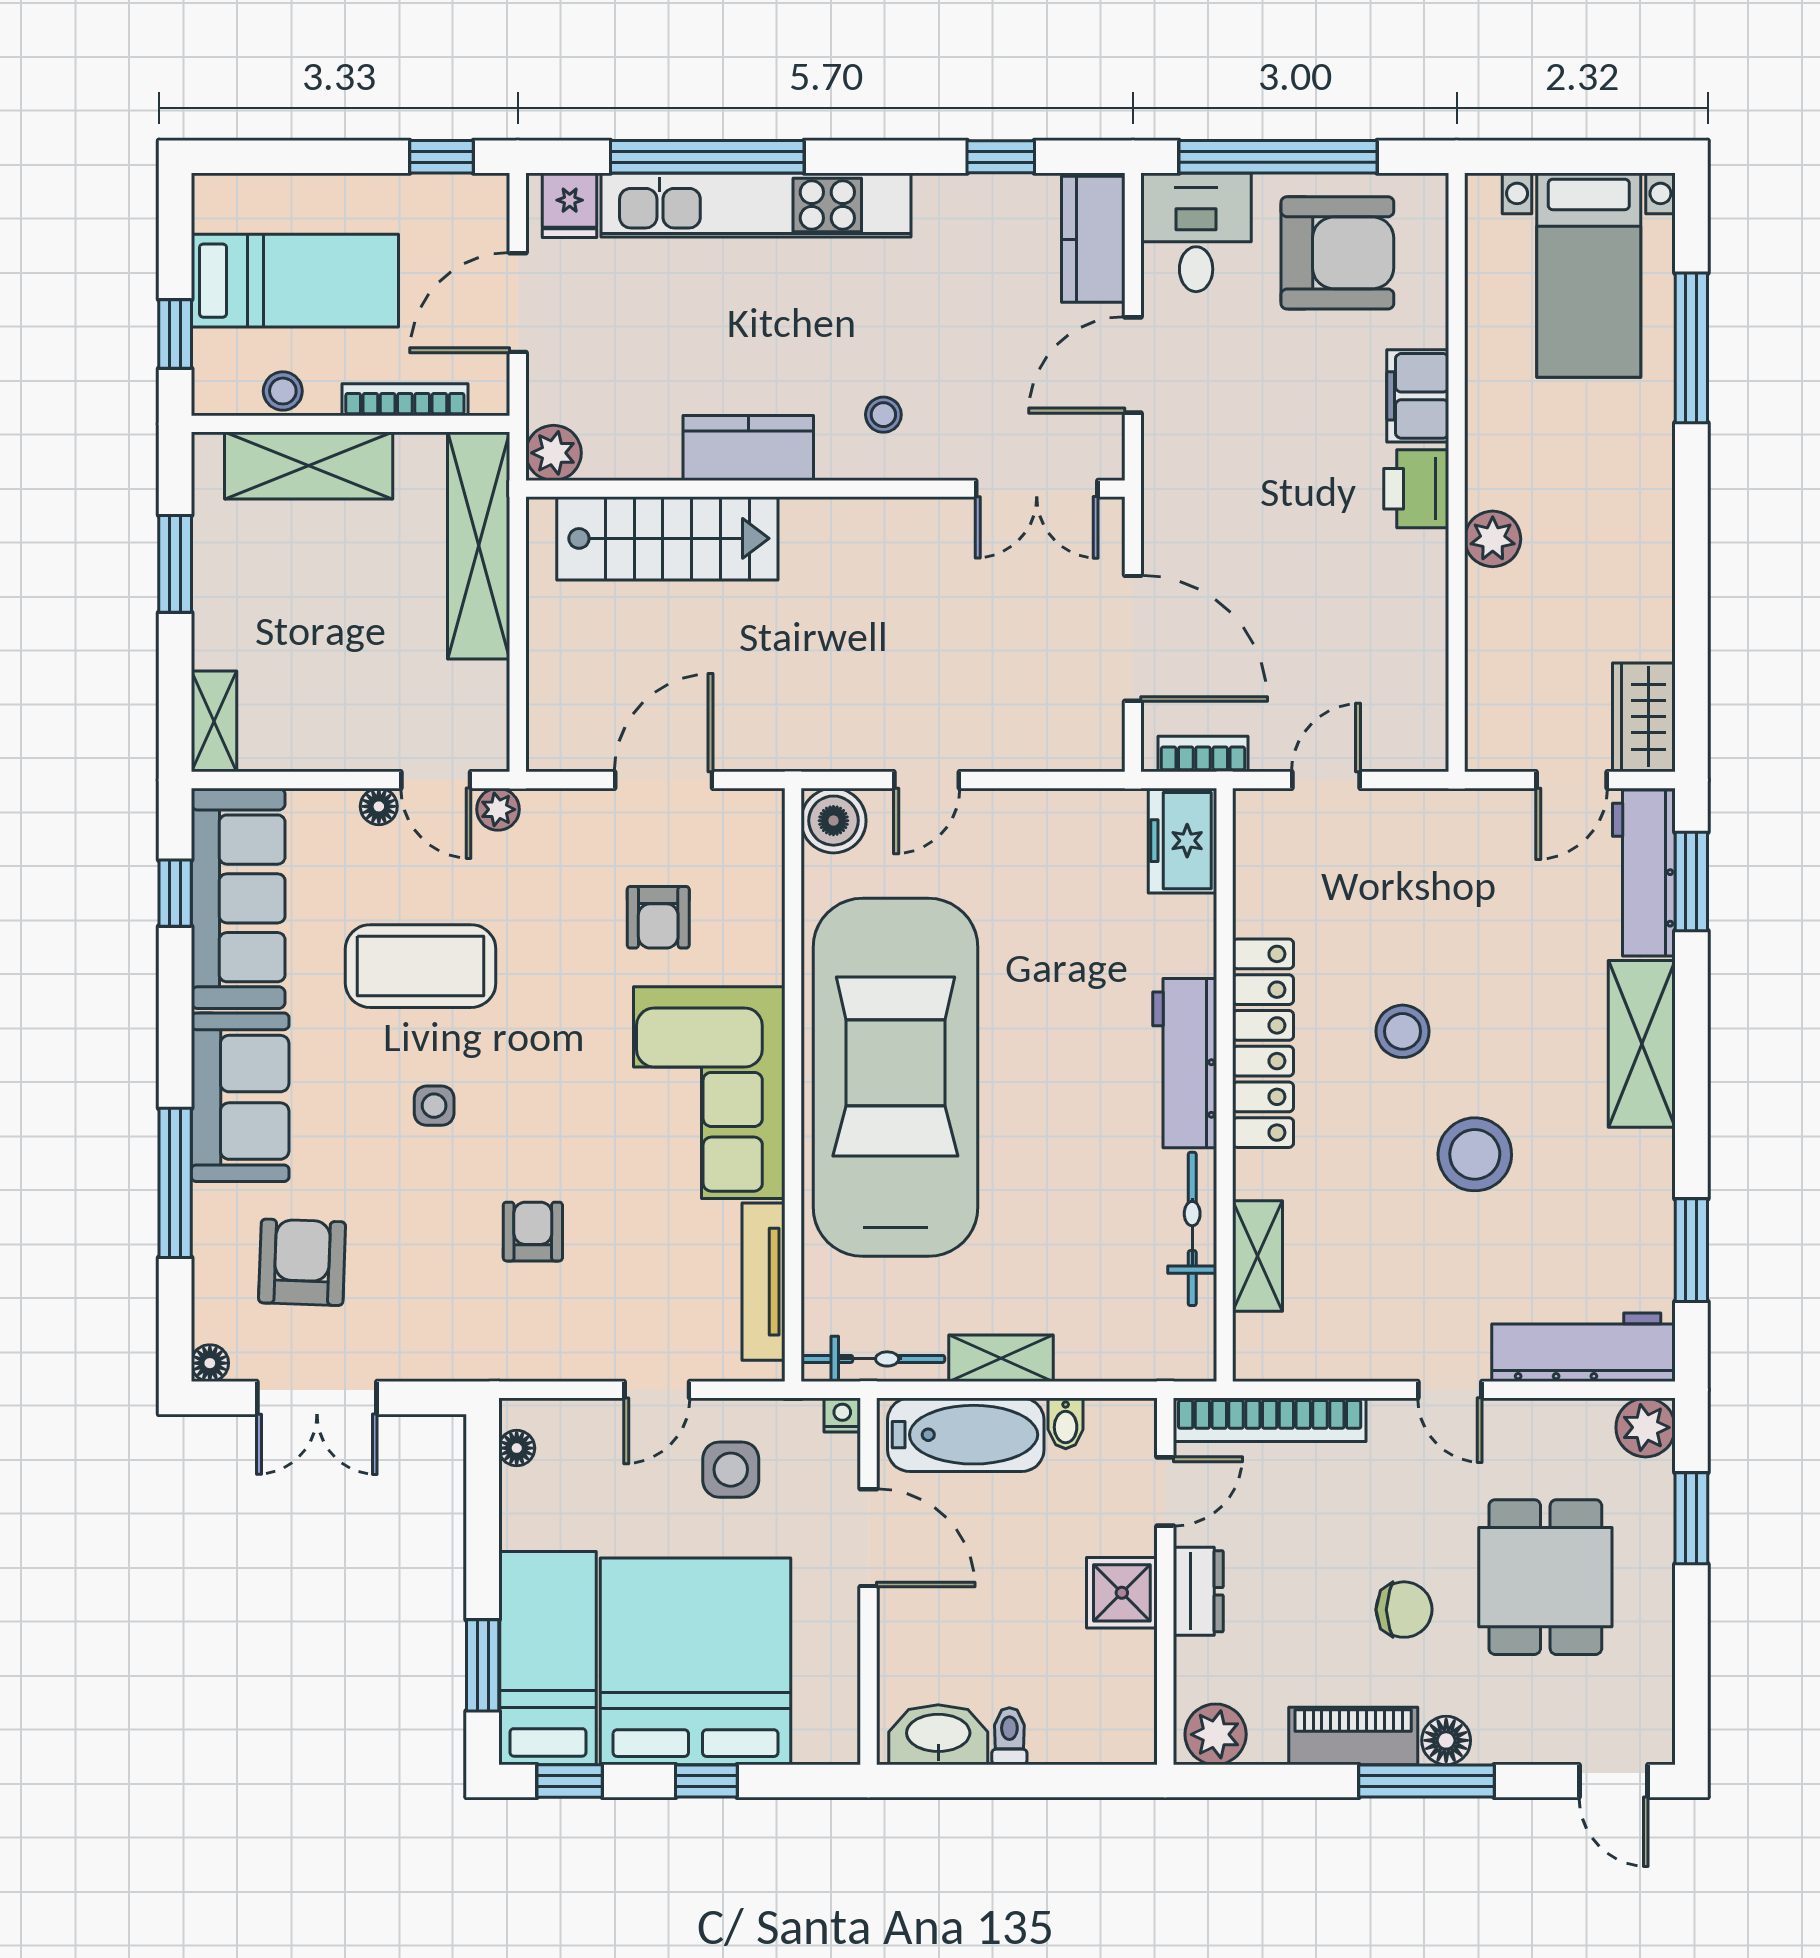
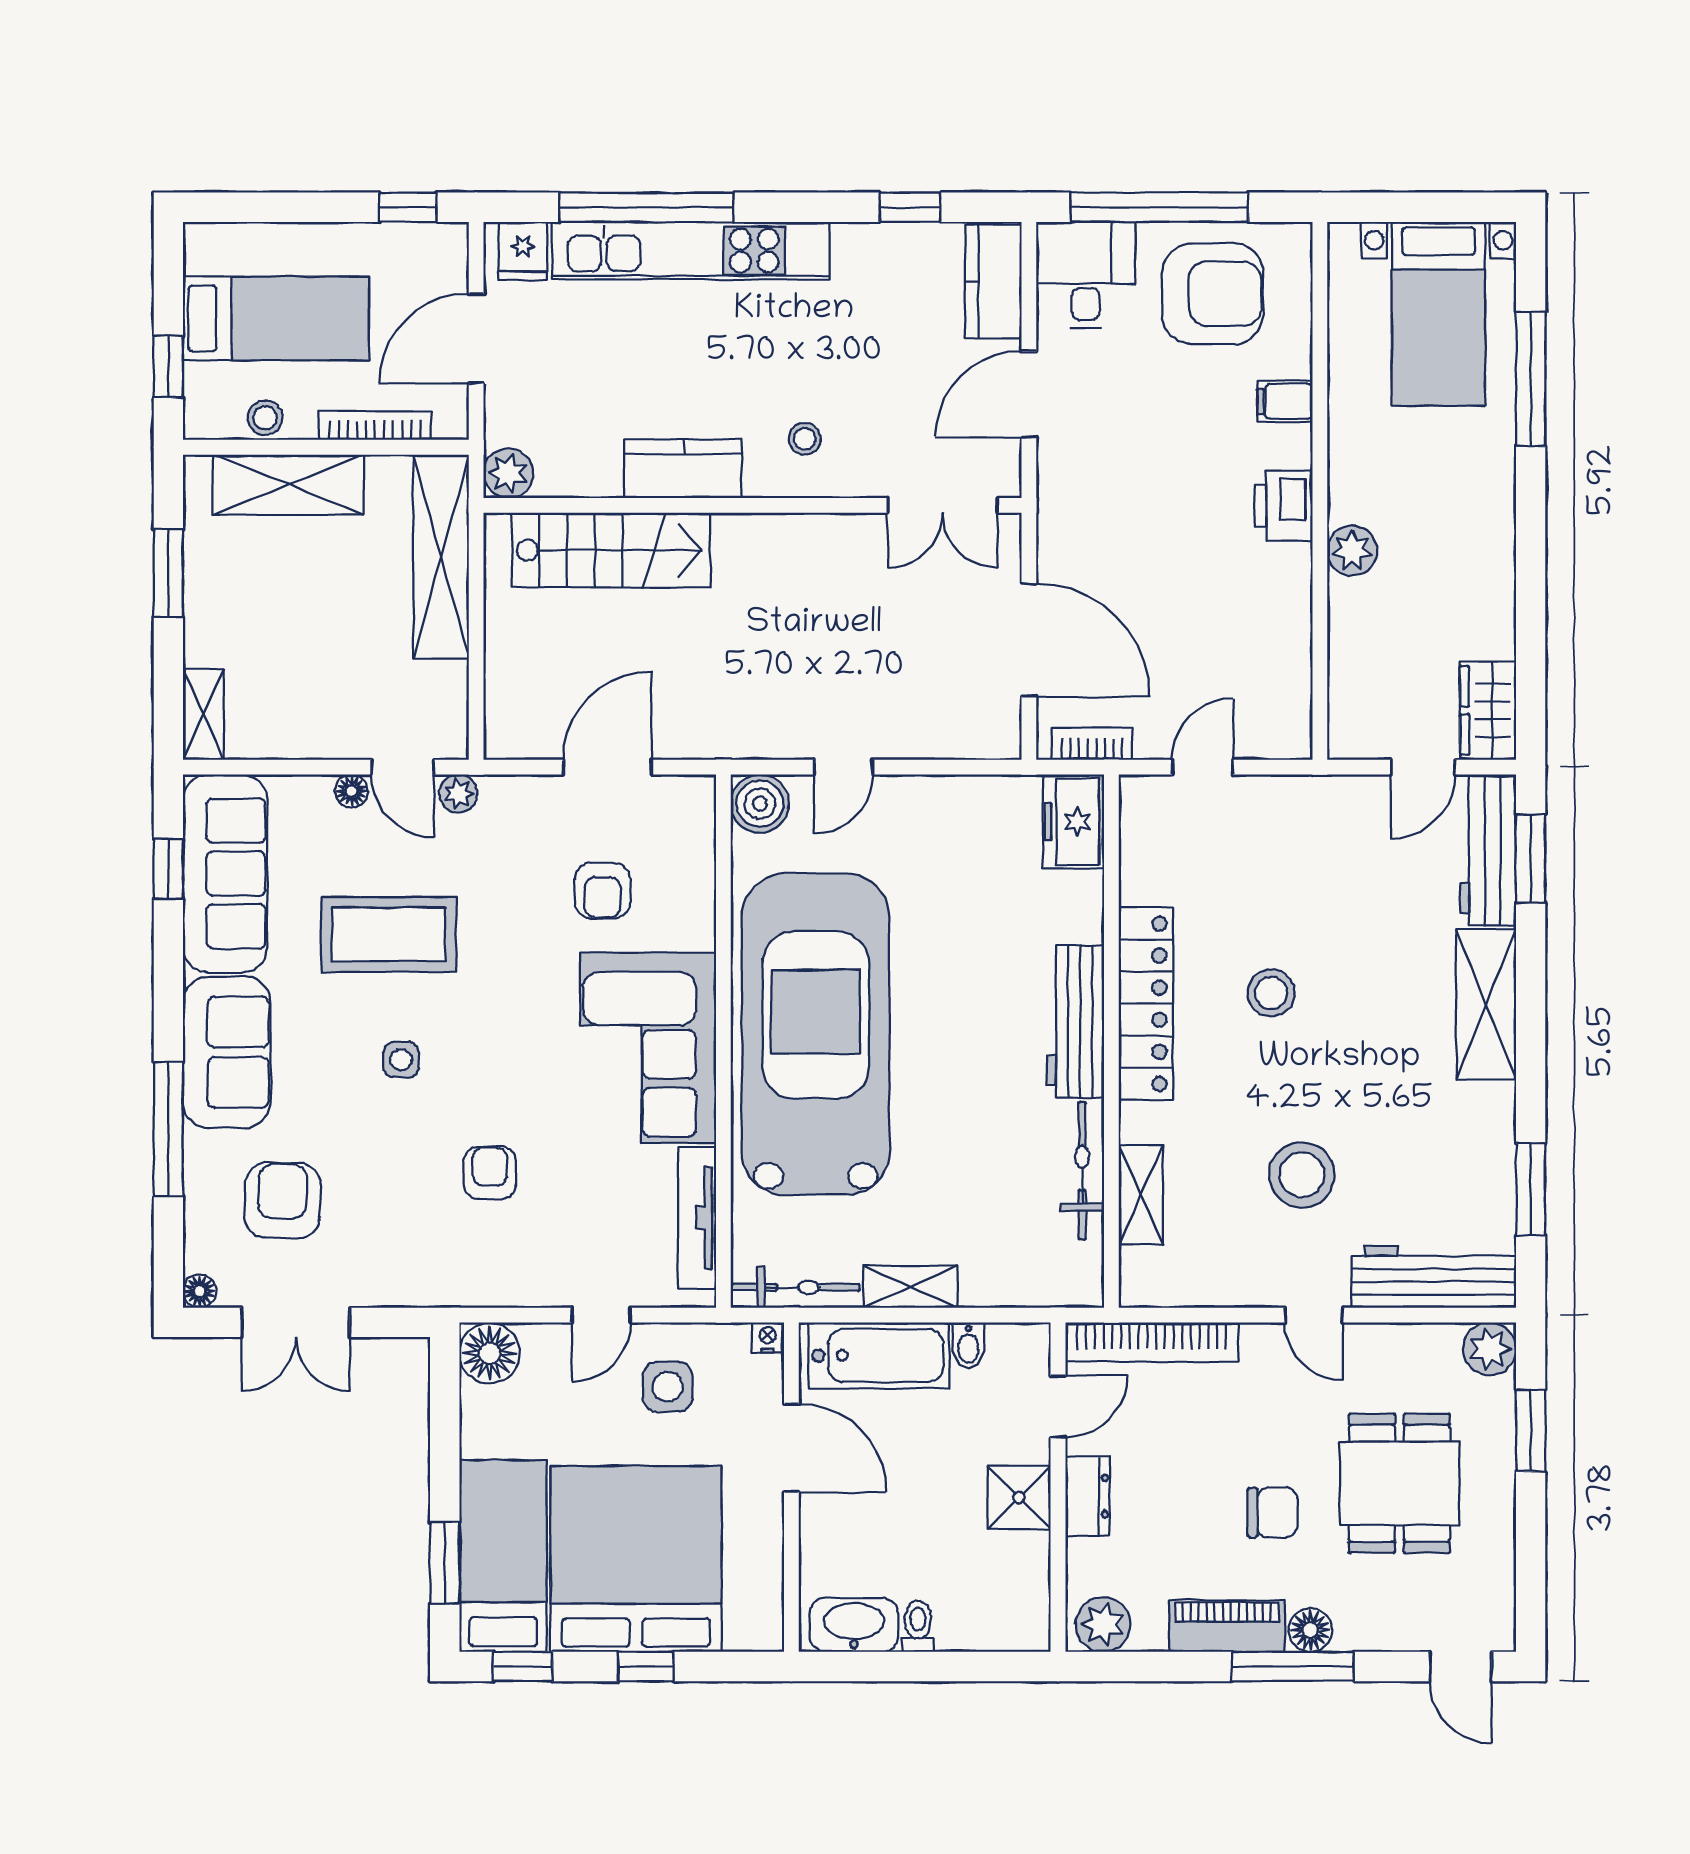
filing cabinet: (1418, 396) -> (1285, 401), width x0.50
stool: (1475, 1154) -> (1302, 1175), moved
floor lamp: (517, 1448) -> (490, 1353), width x1.89, depth x1.89

